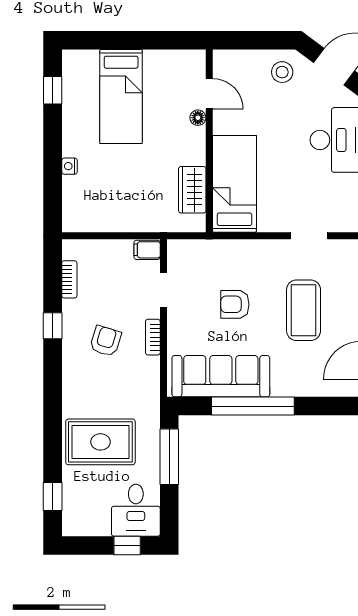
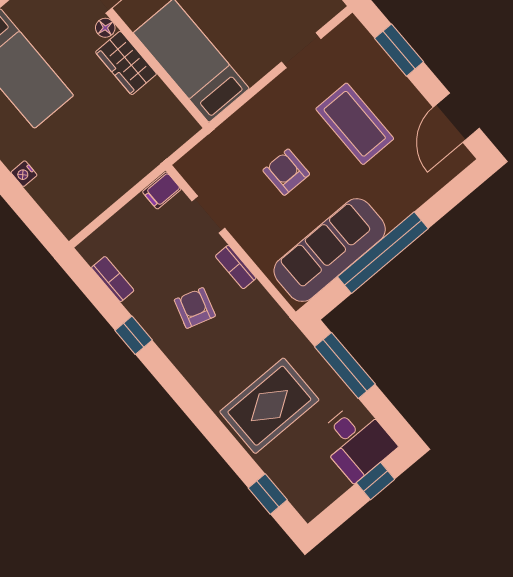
wardrobe: (192, 190) -> (126, 63), moved
armchair: (235, 304) -> (286, 172), turned 90

